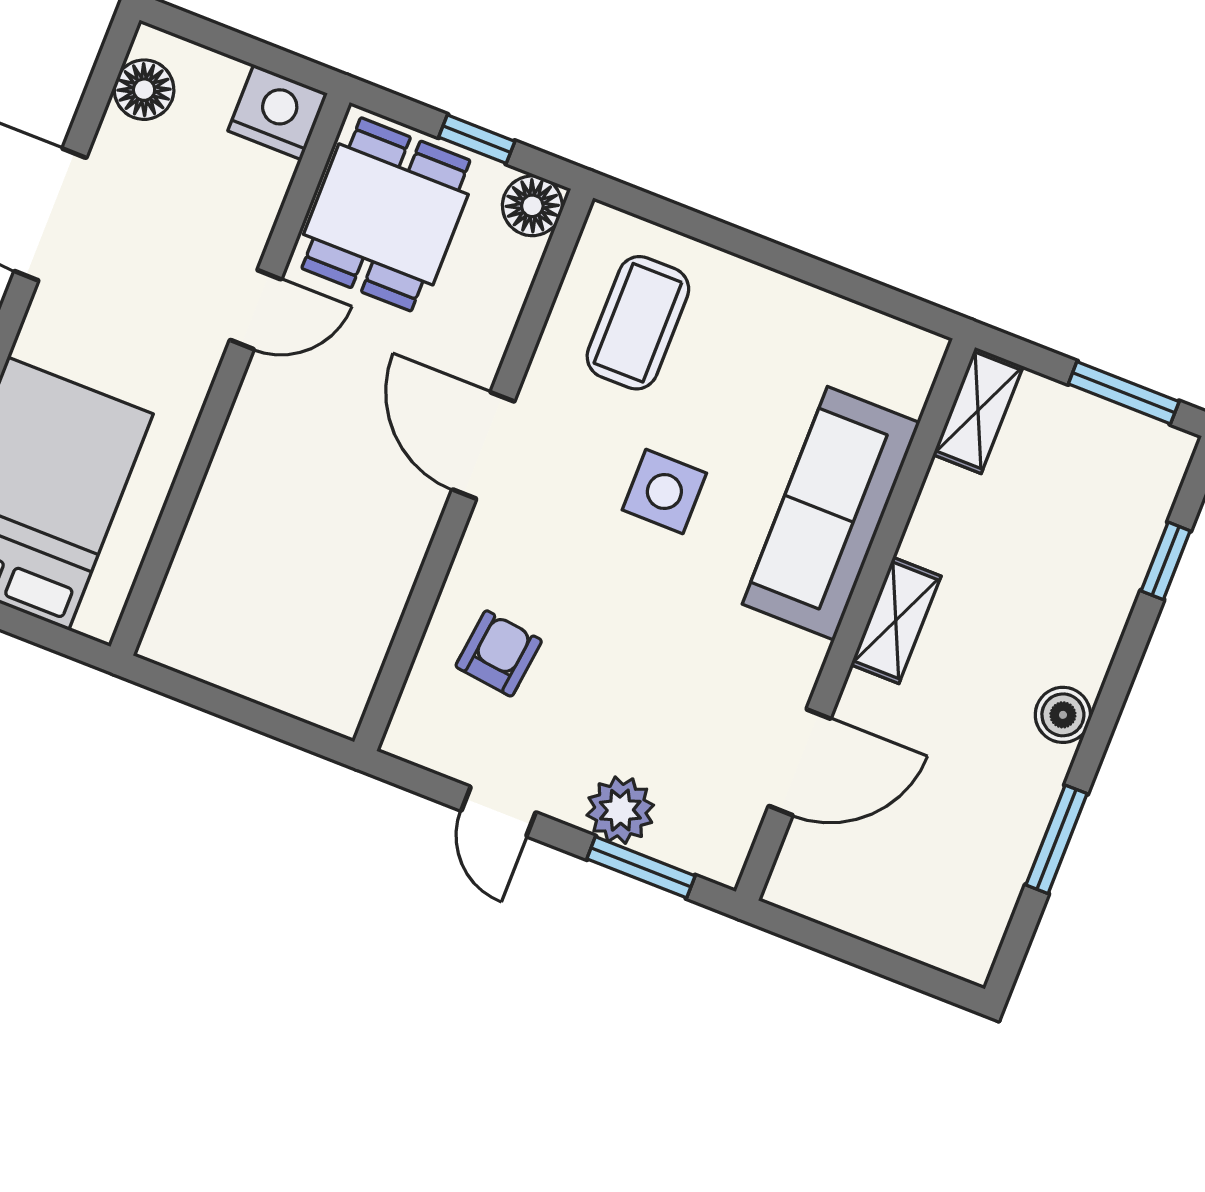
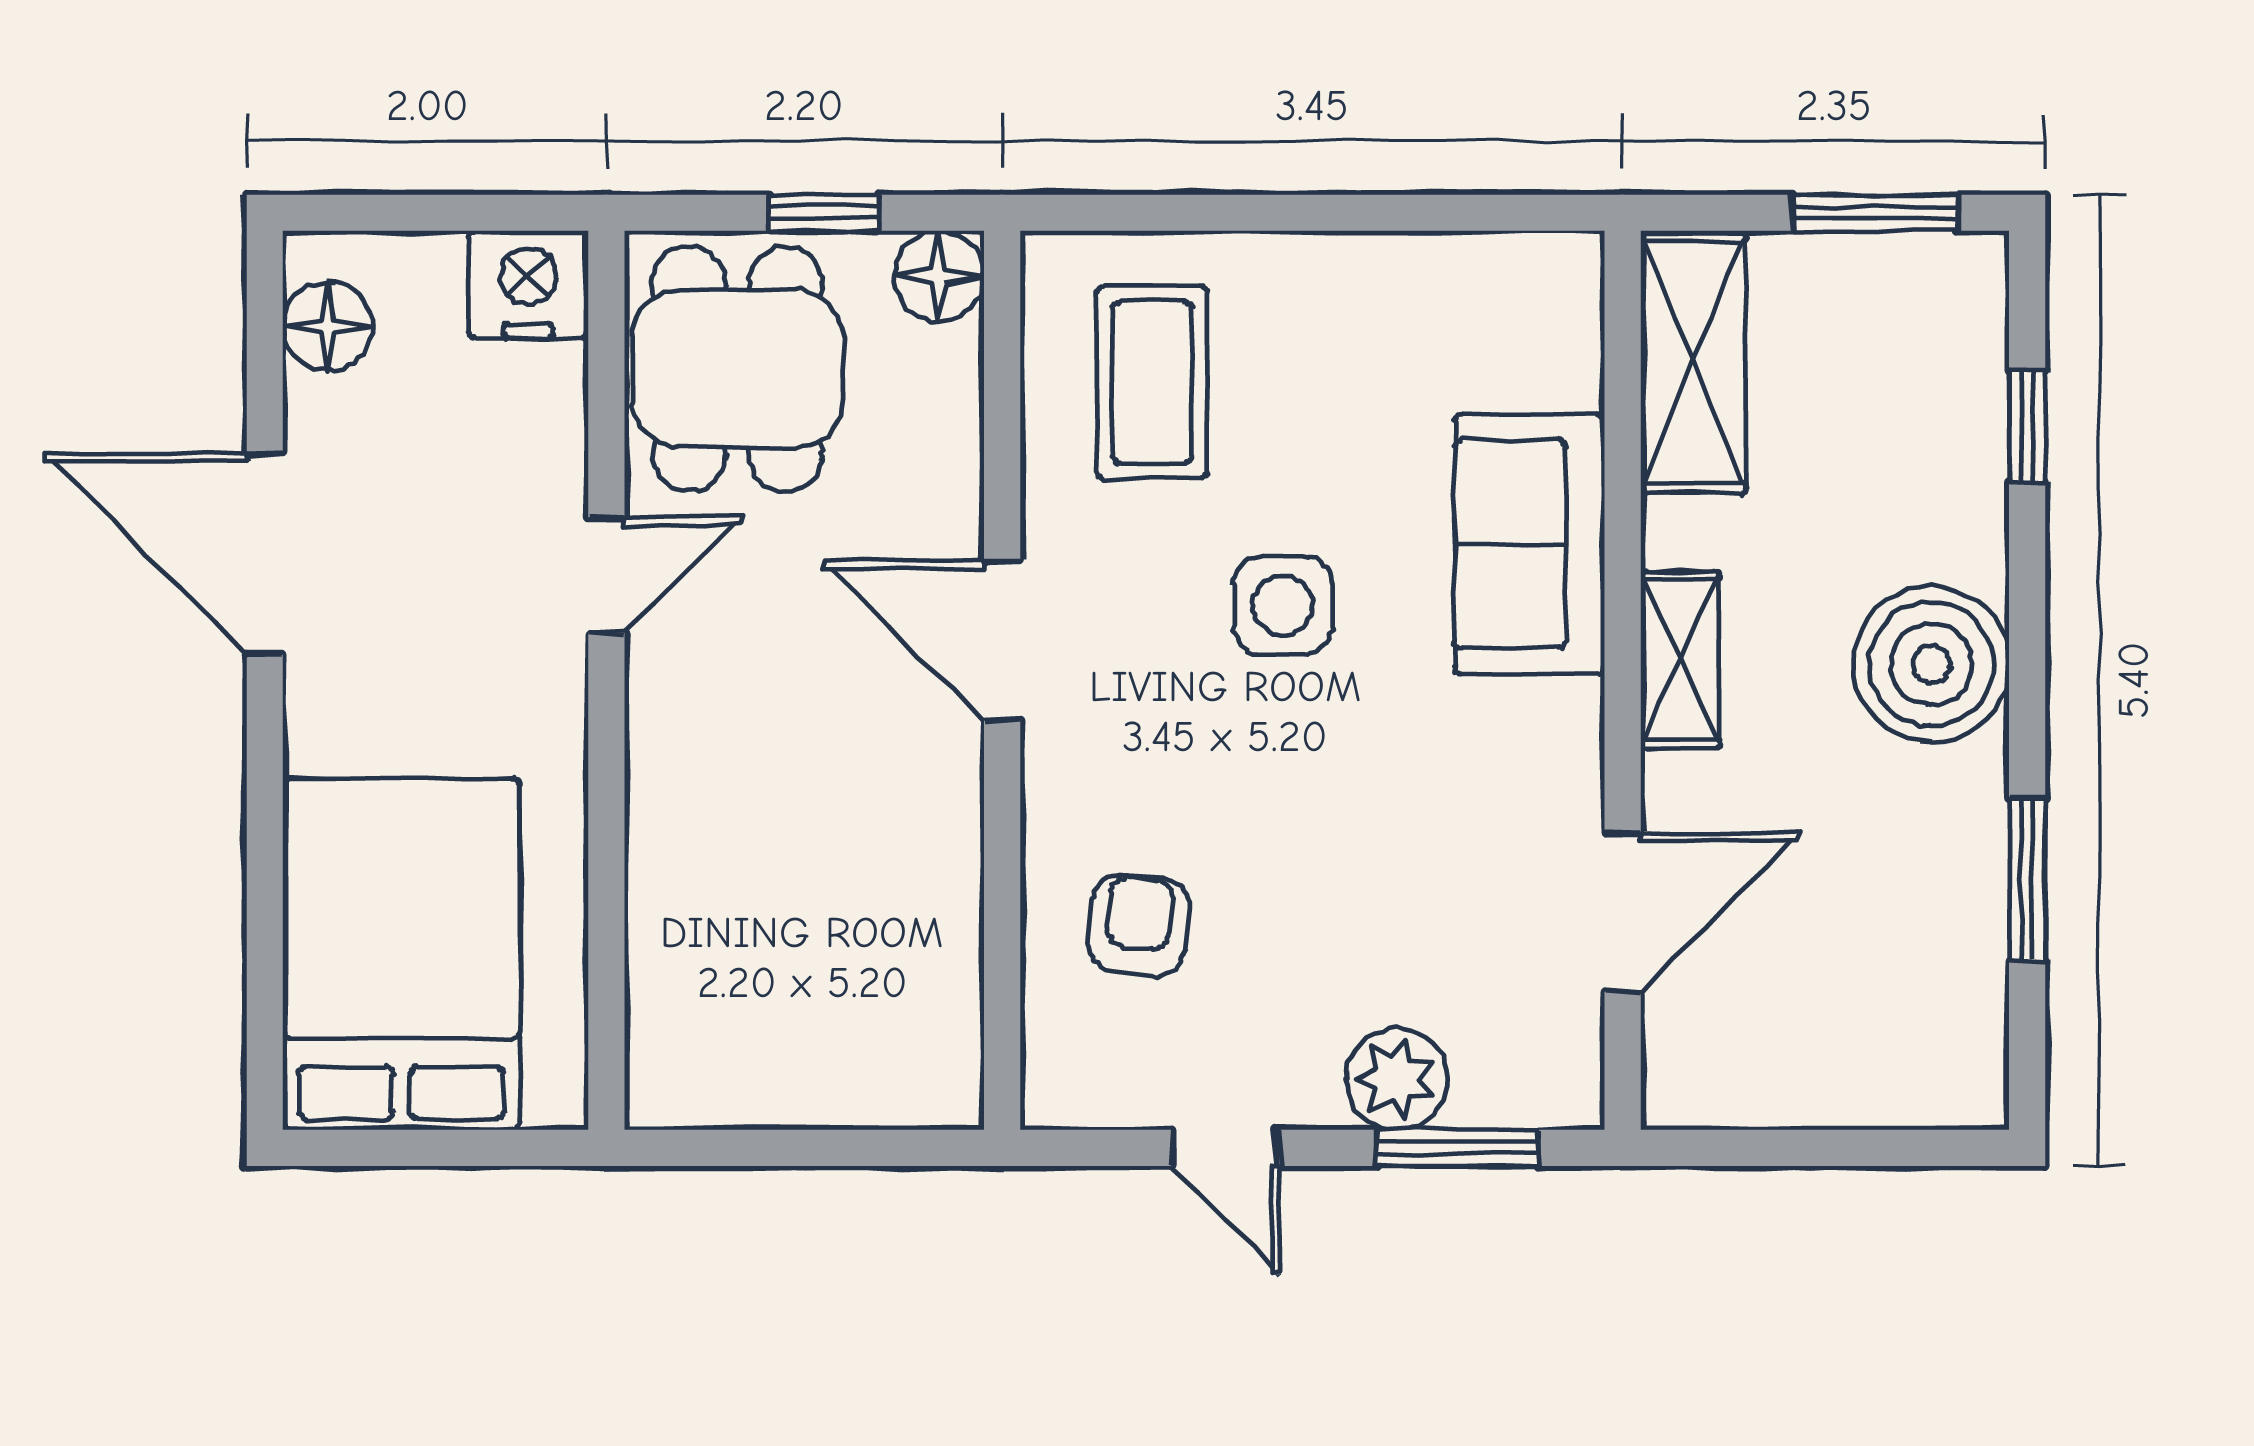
shelving: (978, 410) -> (1693, 362), width x1.50, depth x1.33
sofa: (831, 513) -> (1529, 544), width x0.73
boiler: (1063, 715) -> (1931, 664), width x1.86, depth x1.86

